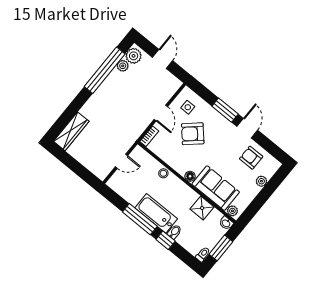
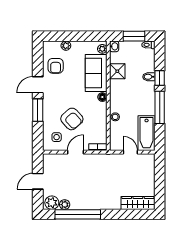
bathtub: (156, 213) -> (147, 133), moved

